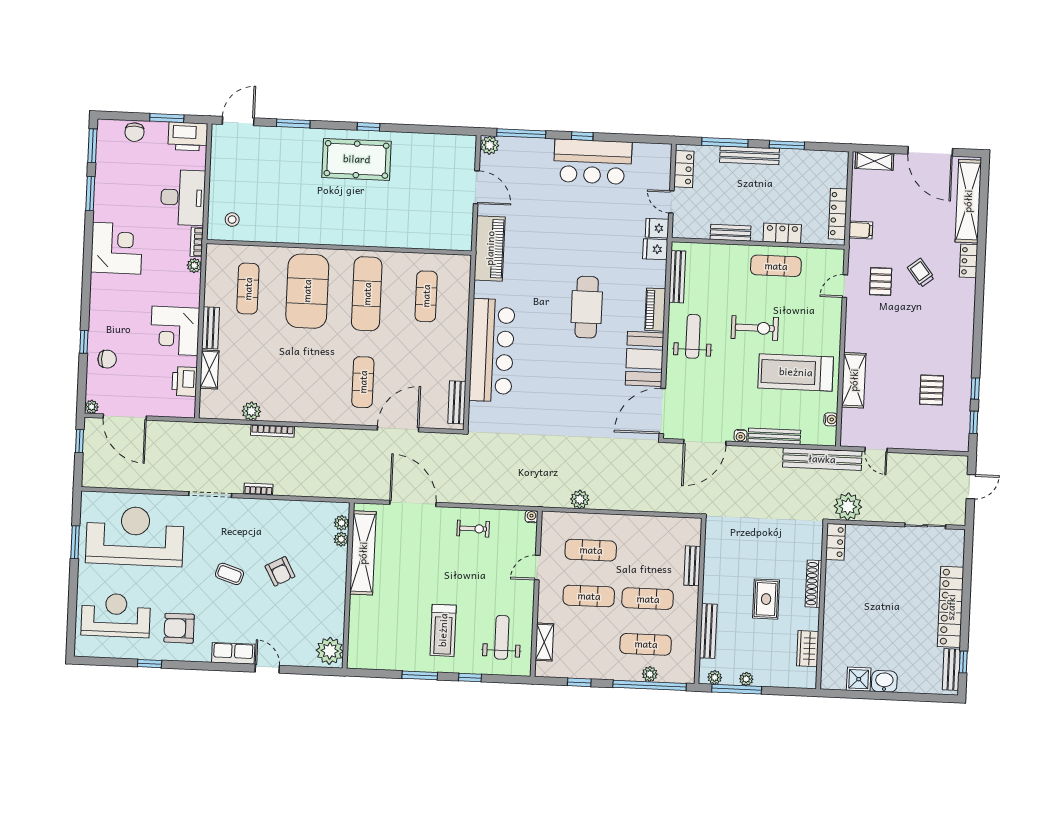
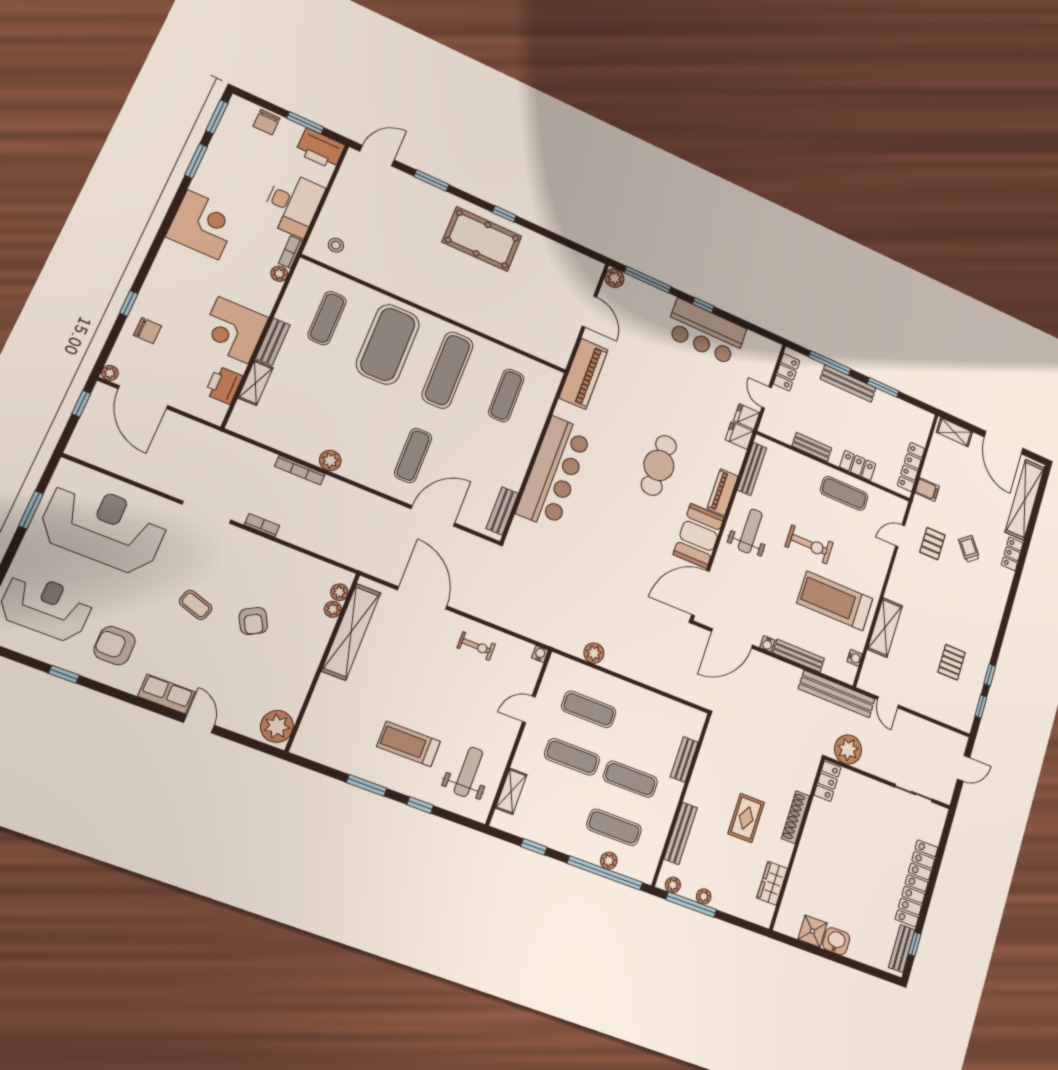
plant: (251, 411) -> (330, 460), moved
treadmill: (443, 630) -> (409, 744), turned 90

